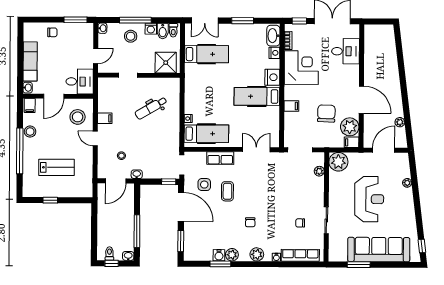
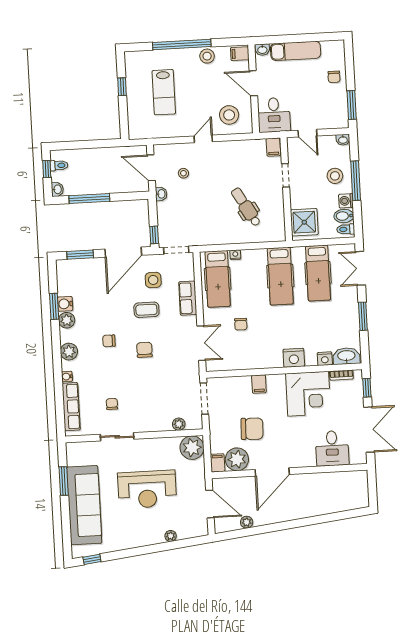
hospital bed: (257, 96) -> (280, 276), moved, turned 180
filing cabinet: (105, 118) -> (273, 147), moved
chair: (243, 118) -> (241, 324), added
chair: (259, 195) -> (144, 350), added

